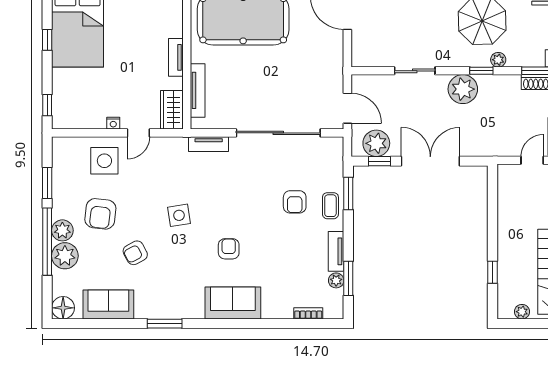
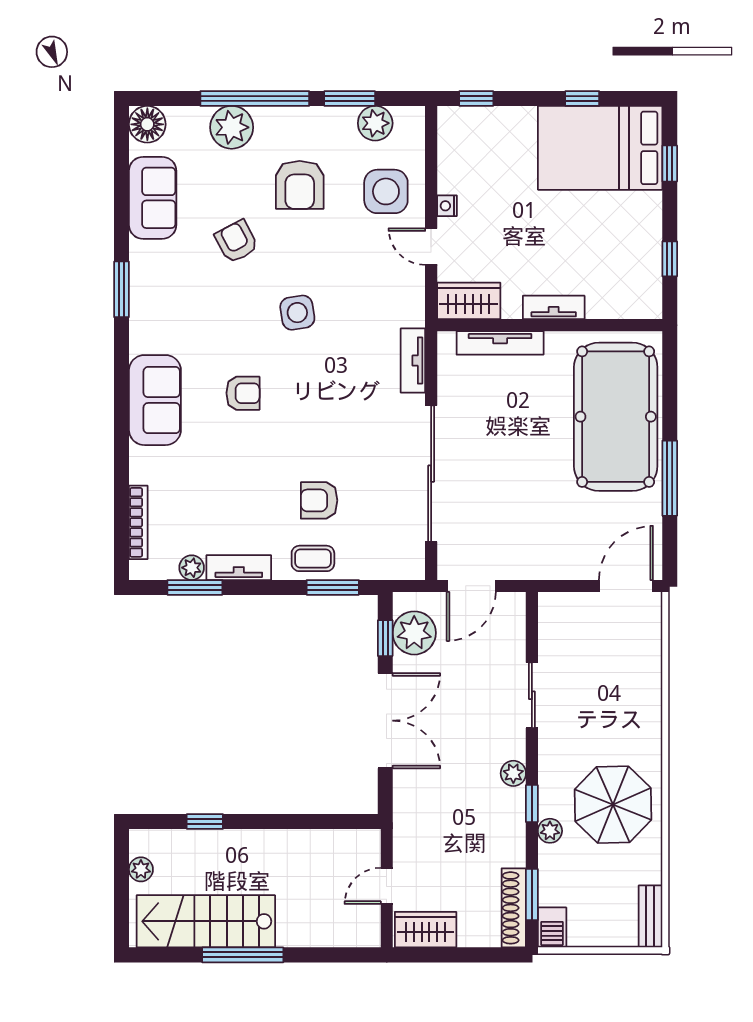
plant: (463, 89) -> (513, 773), width x0.53, depth x0.53
door: (532, 160) -> (387, 886), swing flipped
armchair: (100, 214) -> (300, 185), turned -97
plant: (62, 230) -> (375, 123), moved
bookcase: (308, 313) -> (138, 522), width x1.56

